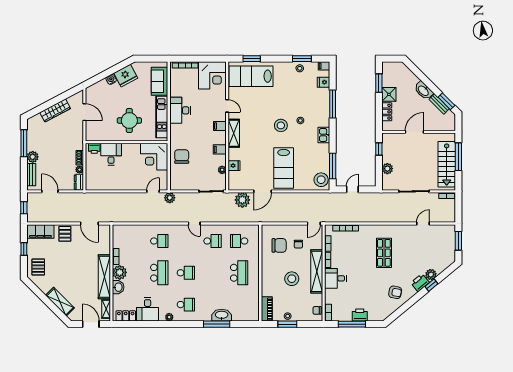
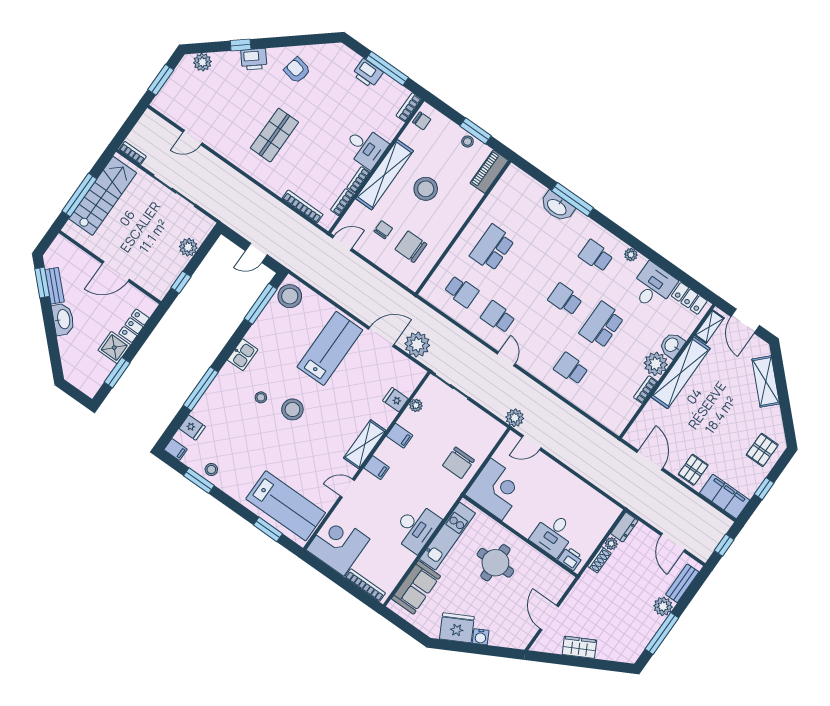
door: (227, 106) -> (347, 488), hinge flipped
wardrobe: (55, 110) -> (579, 647), width x0.67
plant: (431, 275) -> (202, 62), moved

